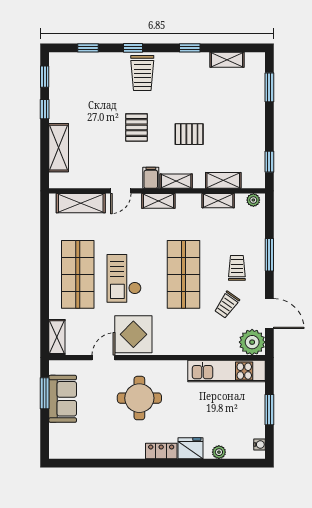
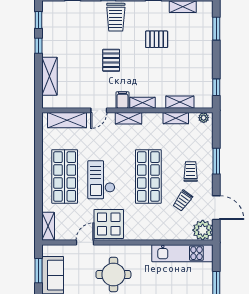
pallet: (189, 134) -> (157, 39), moved

